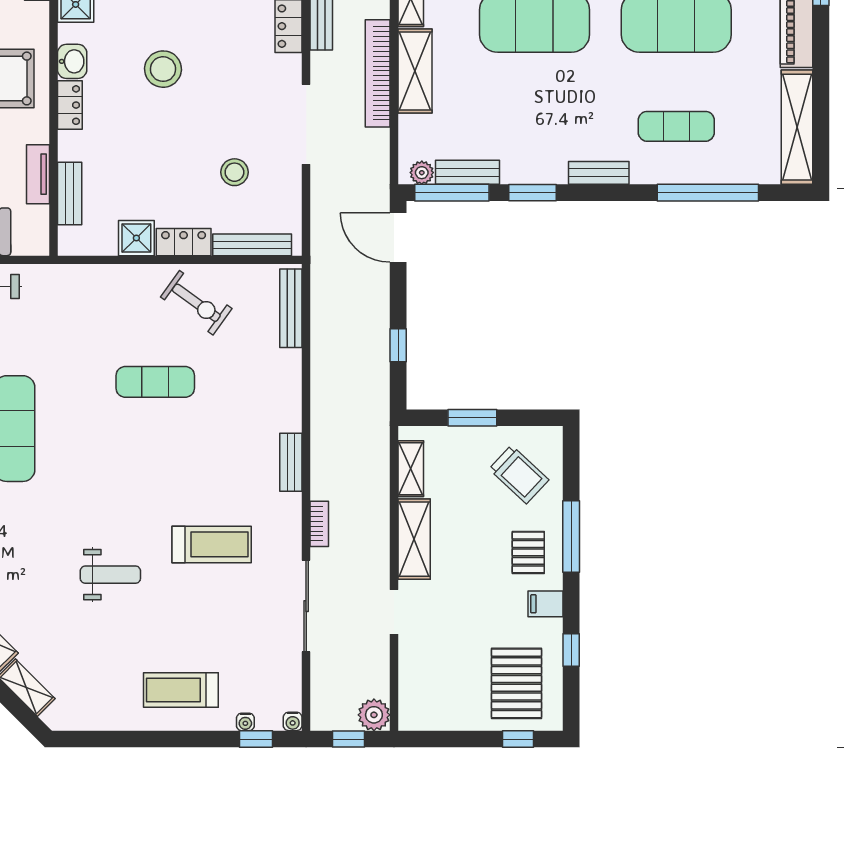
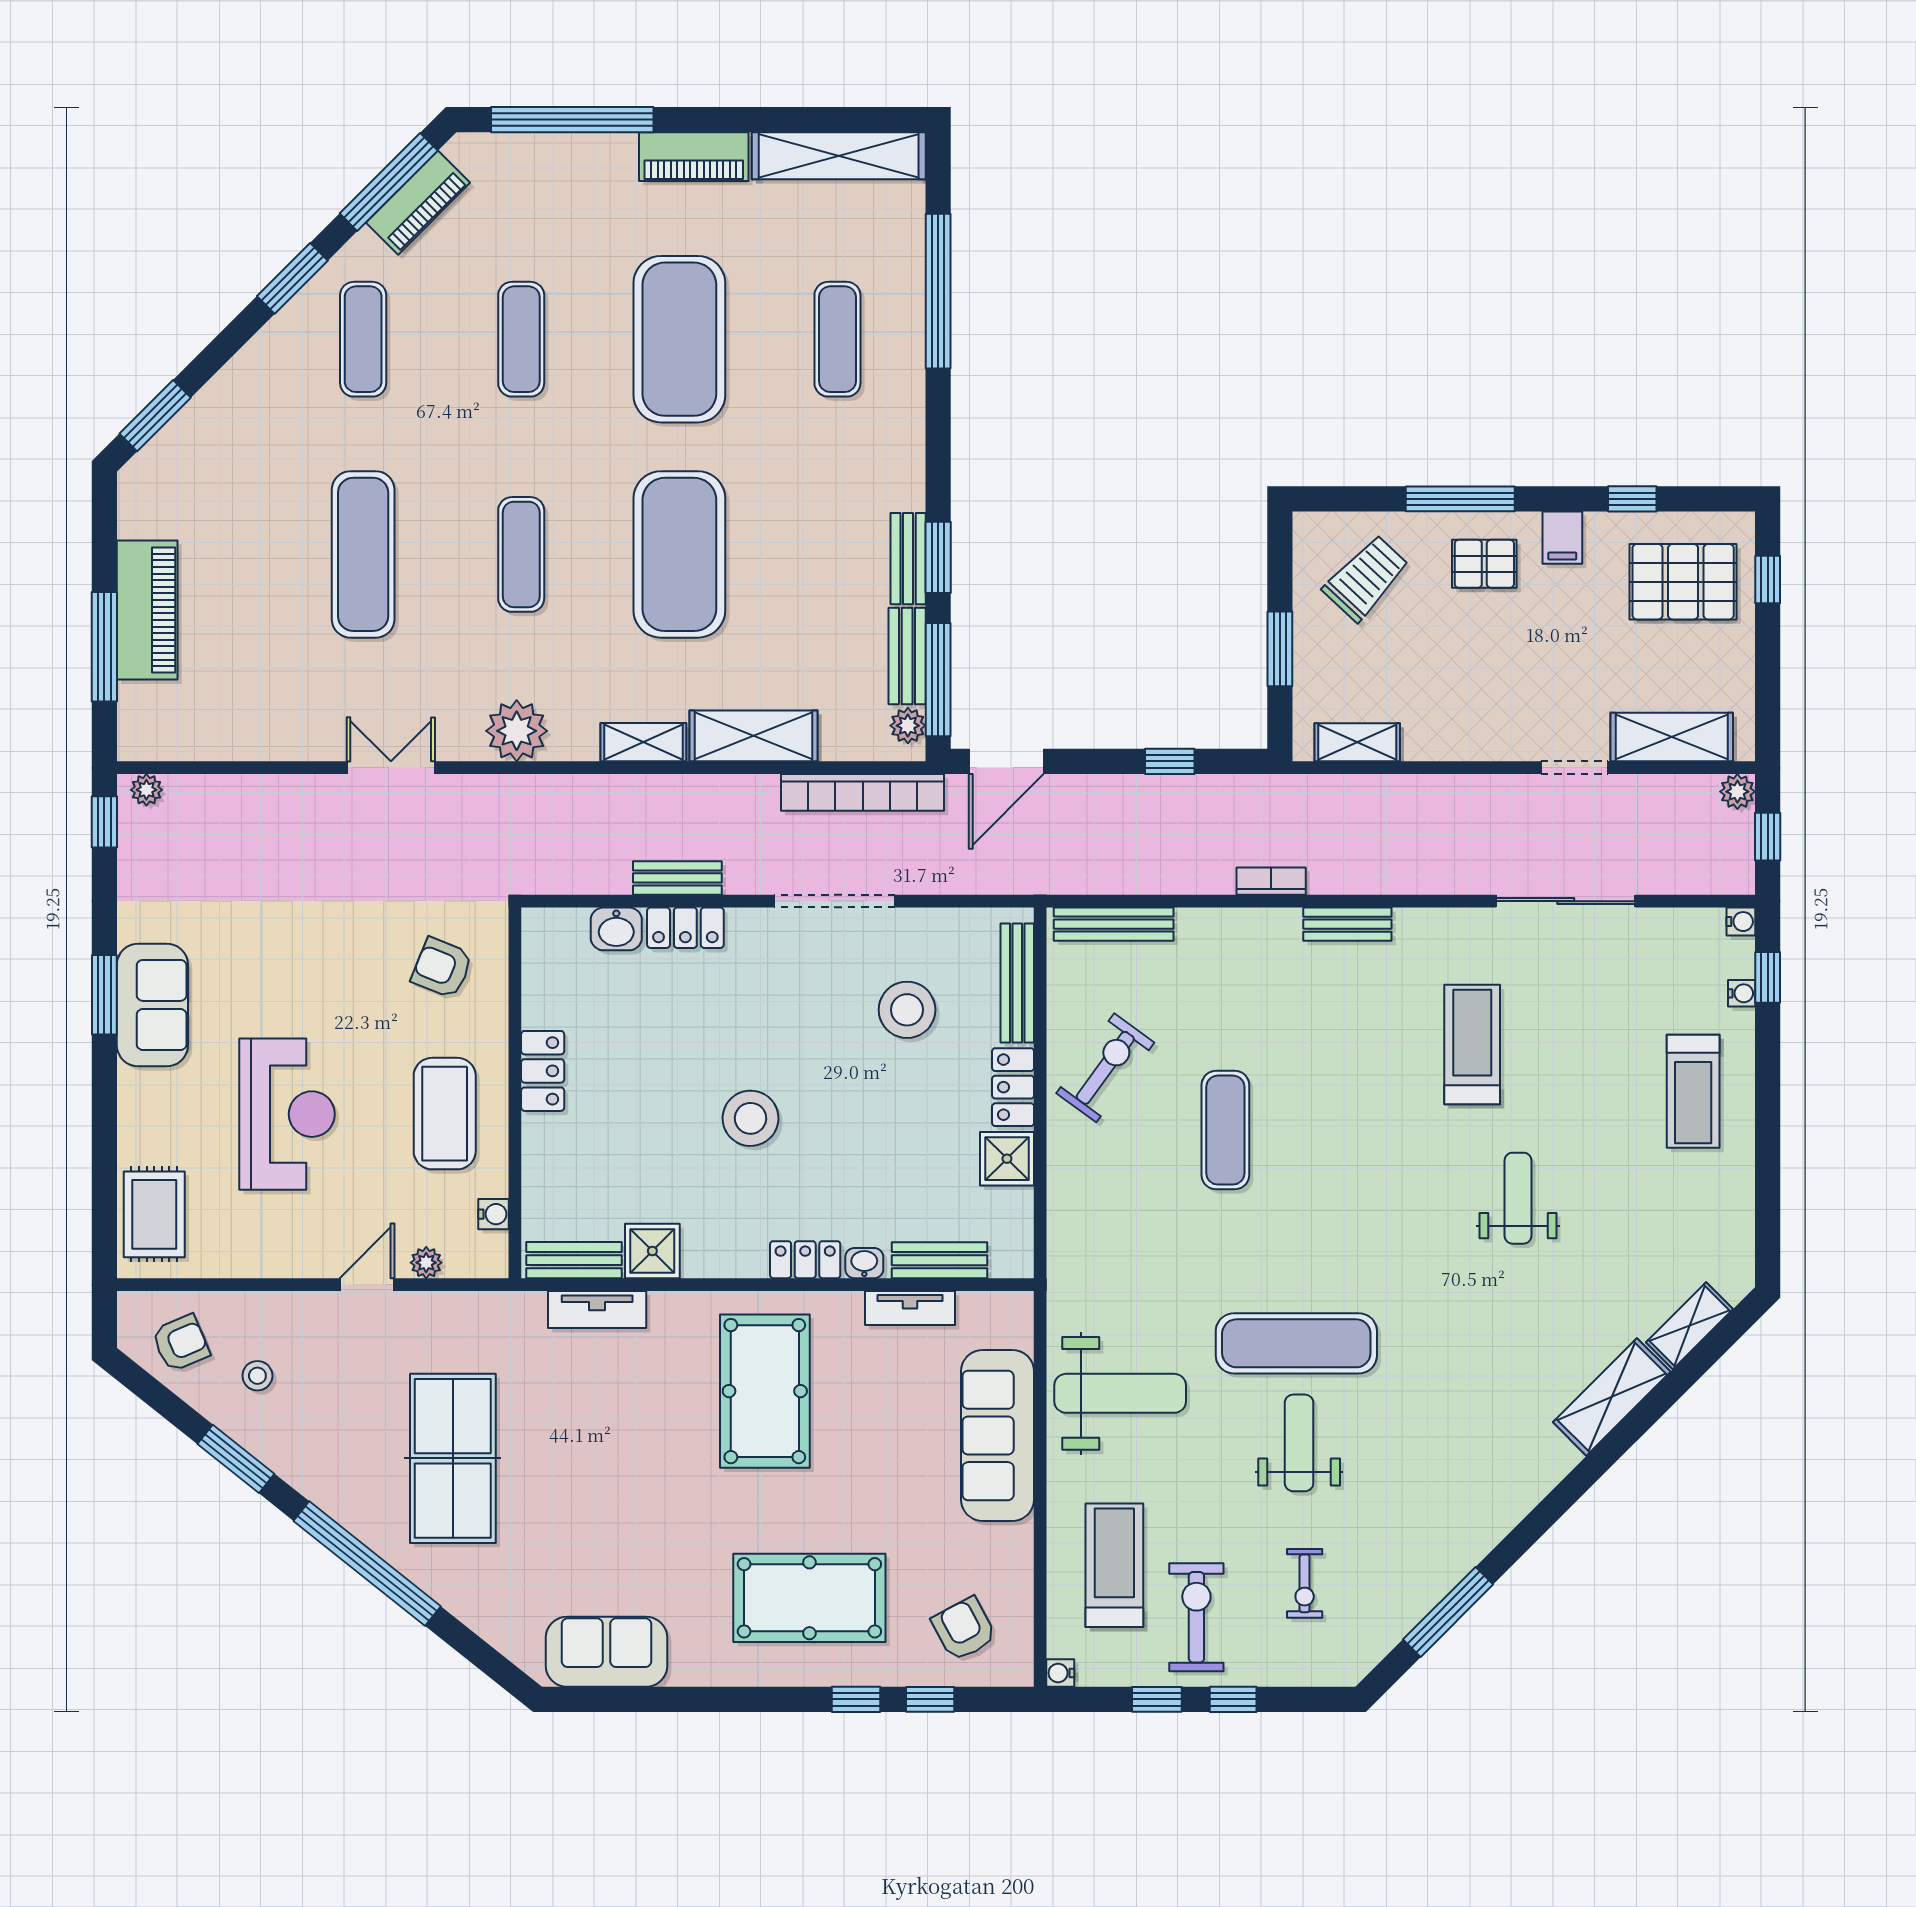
washbasin: (72, 61) -> (864, 1263), moved, width x0.72, depth x0.69
bookcase: (378, 73) -> (863, 792), moved
stool: (234, 172) -> (907, 1010), width x1.38, depth x1.38
bench: (599, 173) -> (908, 559), moved
bookcase: (319, 524) -> (1271, 881), moved
shelving: (414, 539) -> (1672, 737), moved
plant: (374, 715) -> (1737, 792), width x0.73, depth x0.73

